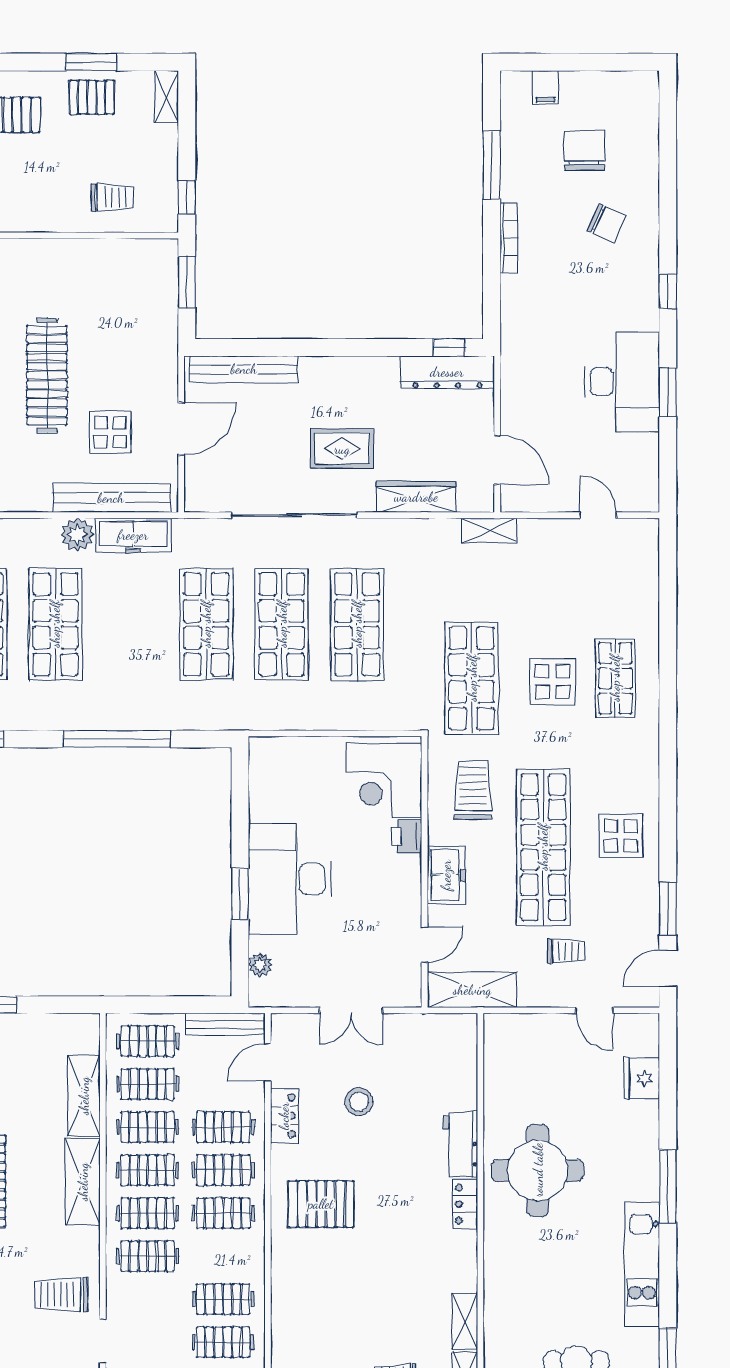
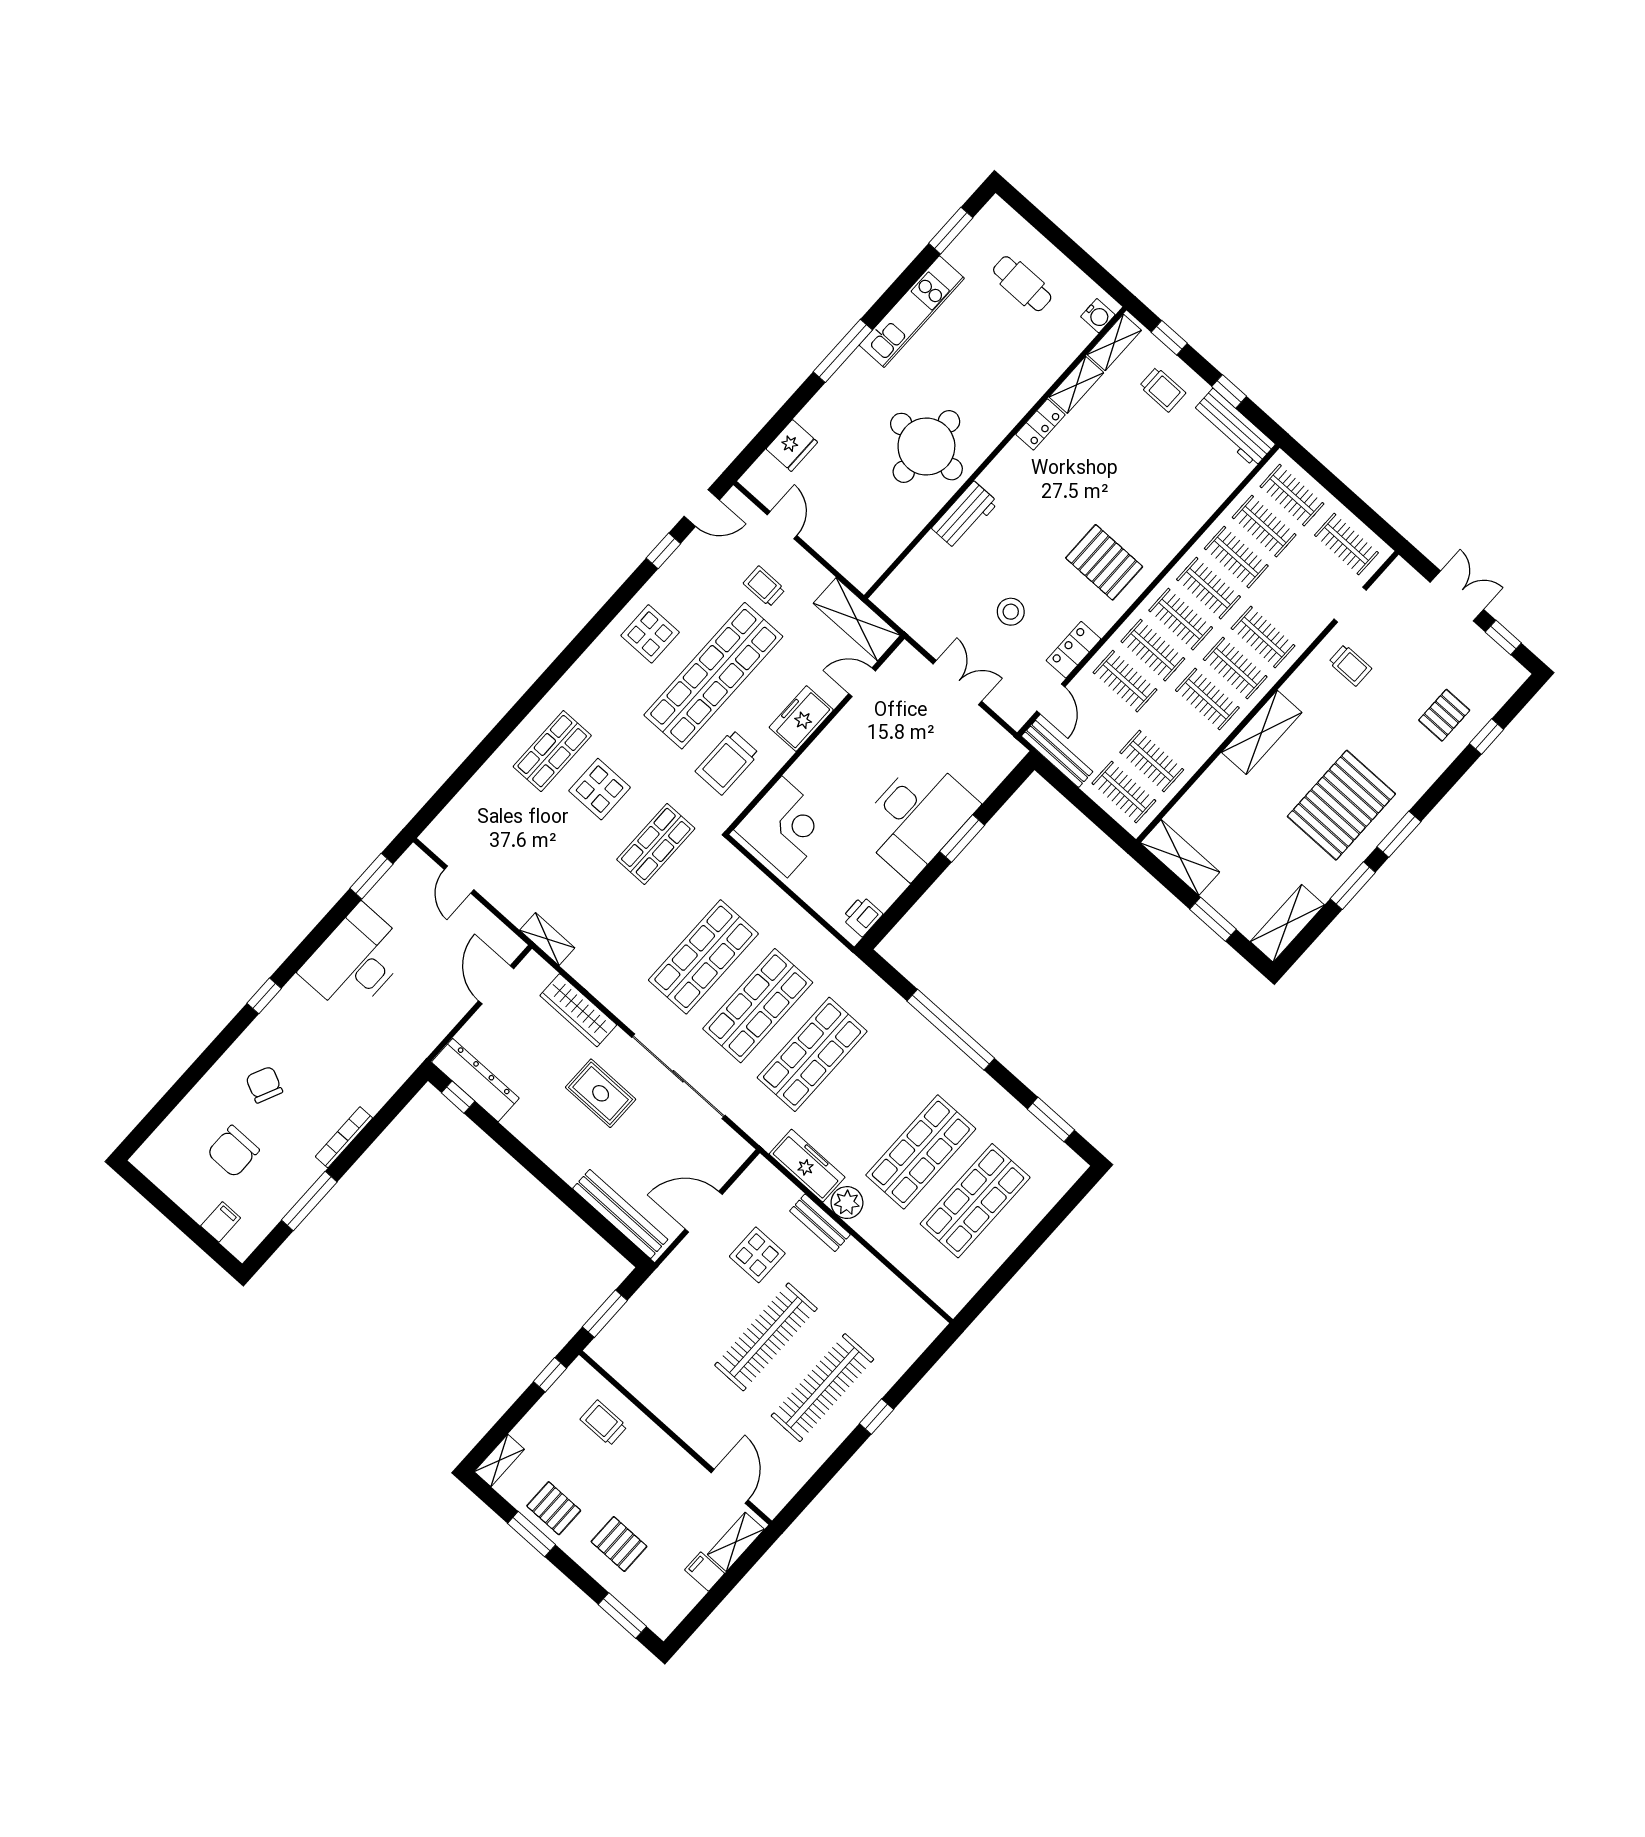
window: (668, 392) -> (372, 876), moved
bench: (111, 498) -> (820, 1223), width x0.54, depth x0.82
shop shelf: (472, 678) -> (656, 844), width x0.70, depth x0.74
printer: (407, 836) -> (862, 916), moved, turned 180
window: (668, 909) -> (663, 551), width x0.67
plant: (260, 965) -> (994, 774), removed
door: (268, 1062) -> (1051, 699), hinge flipped
shelving: (84, 1096) -> (1180, 857), moved, turned 90
clothes rail: (148, 1127) -> (1208, 588), moved
locker: (465, 1204) -> (1040, 425), moved
trolley: (61, 1295) -> (1350, 665), width x0.73, depth x0.72

